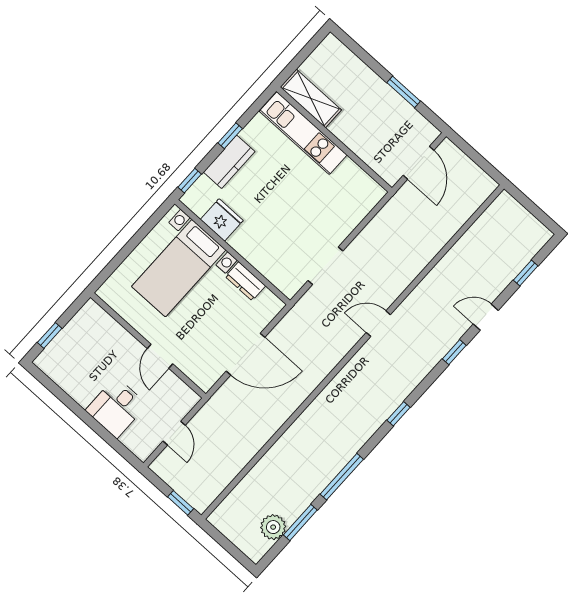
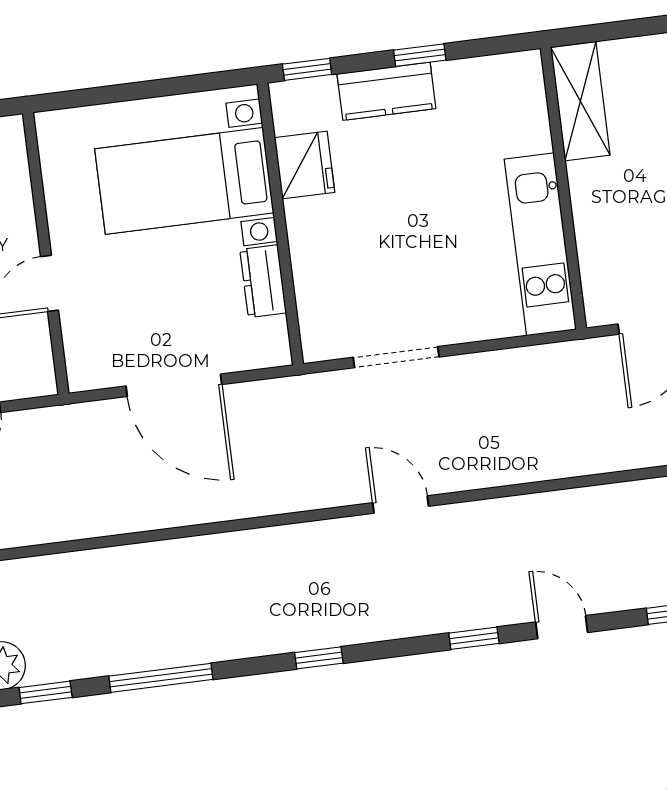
kitchen unit: (303, 133) -> (540, 244), moved
window: (300, 523) -> (46, 692), width x0.67

